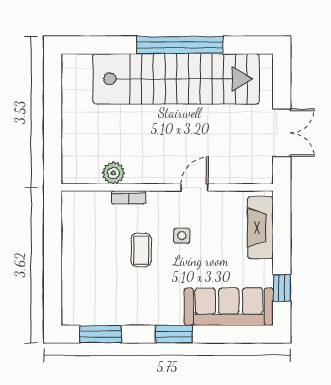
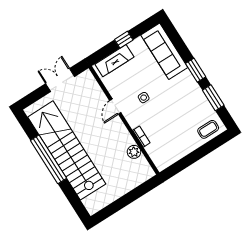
door: (195, 187) -> (115, 107), hinge flipped
coffee table: (141, 250) -> (208, 129), moved
window: (282, 288) -> (124, 40), moved
window: (101, 334) -> (213, 98), moved

